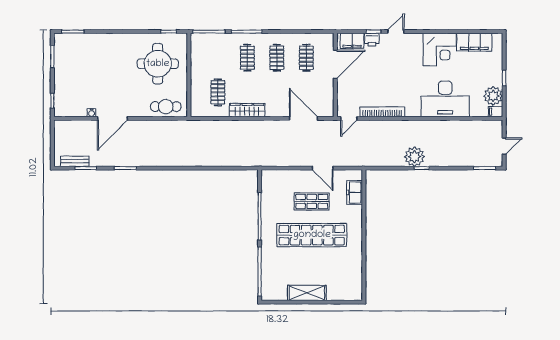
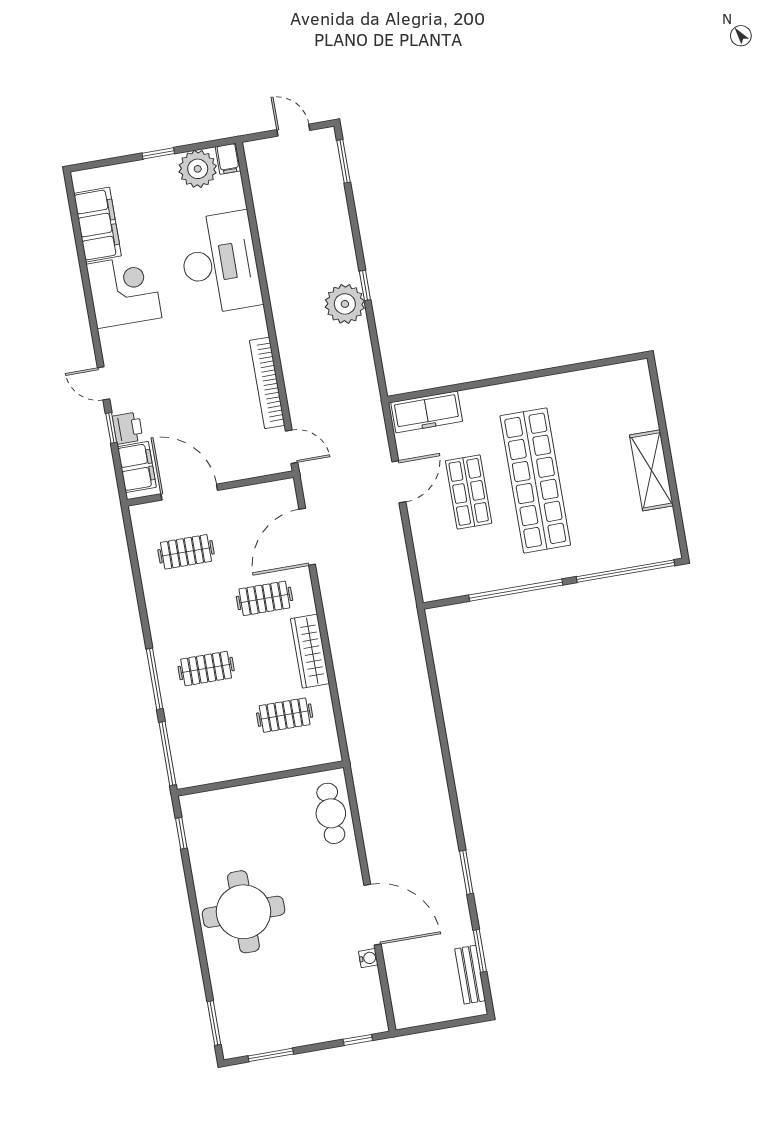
clothes rail: (277, 58) -> (264, 598), moved
round table: (158, 64) -> (243, 912), moved
freezer: (355, 192) -> (427, 412), width x1.40

